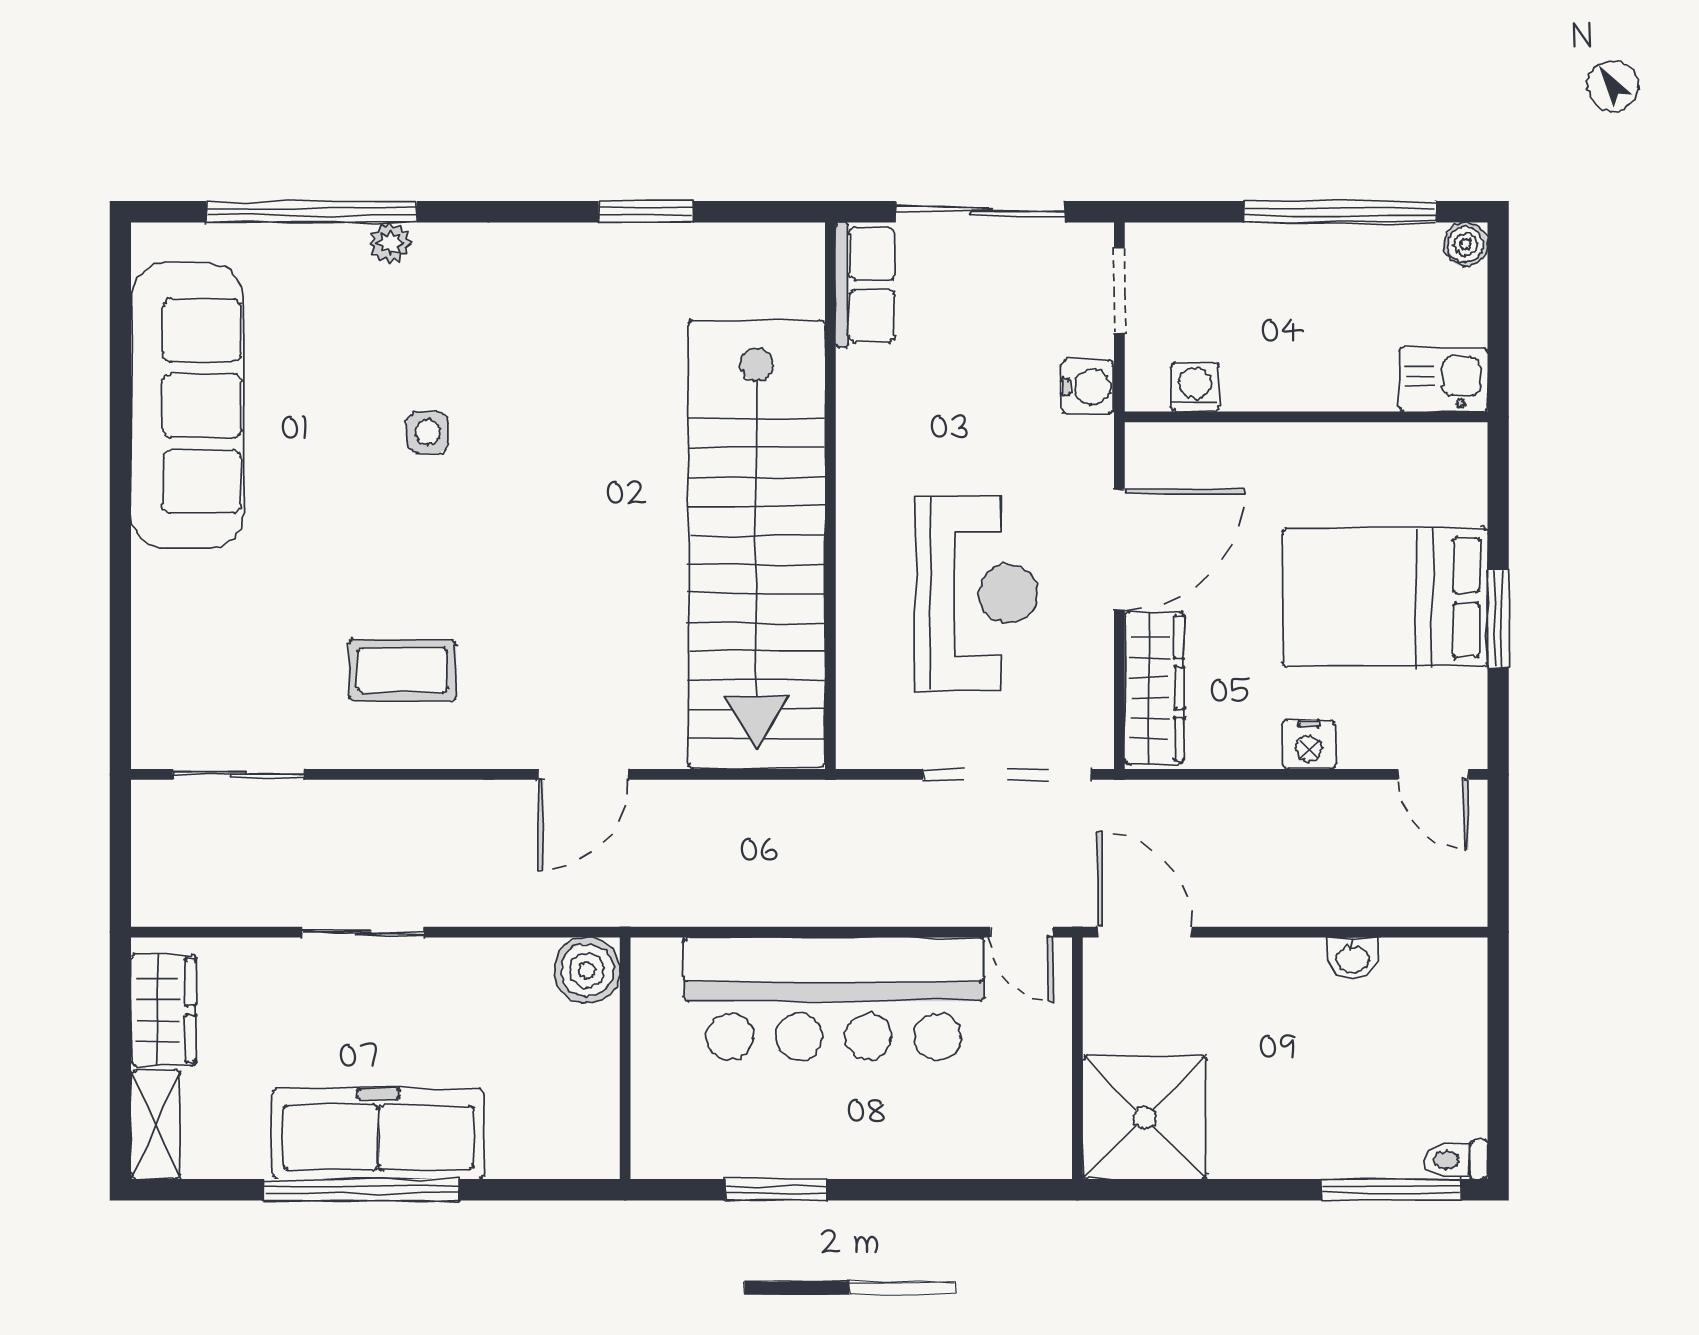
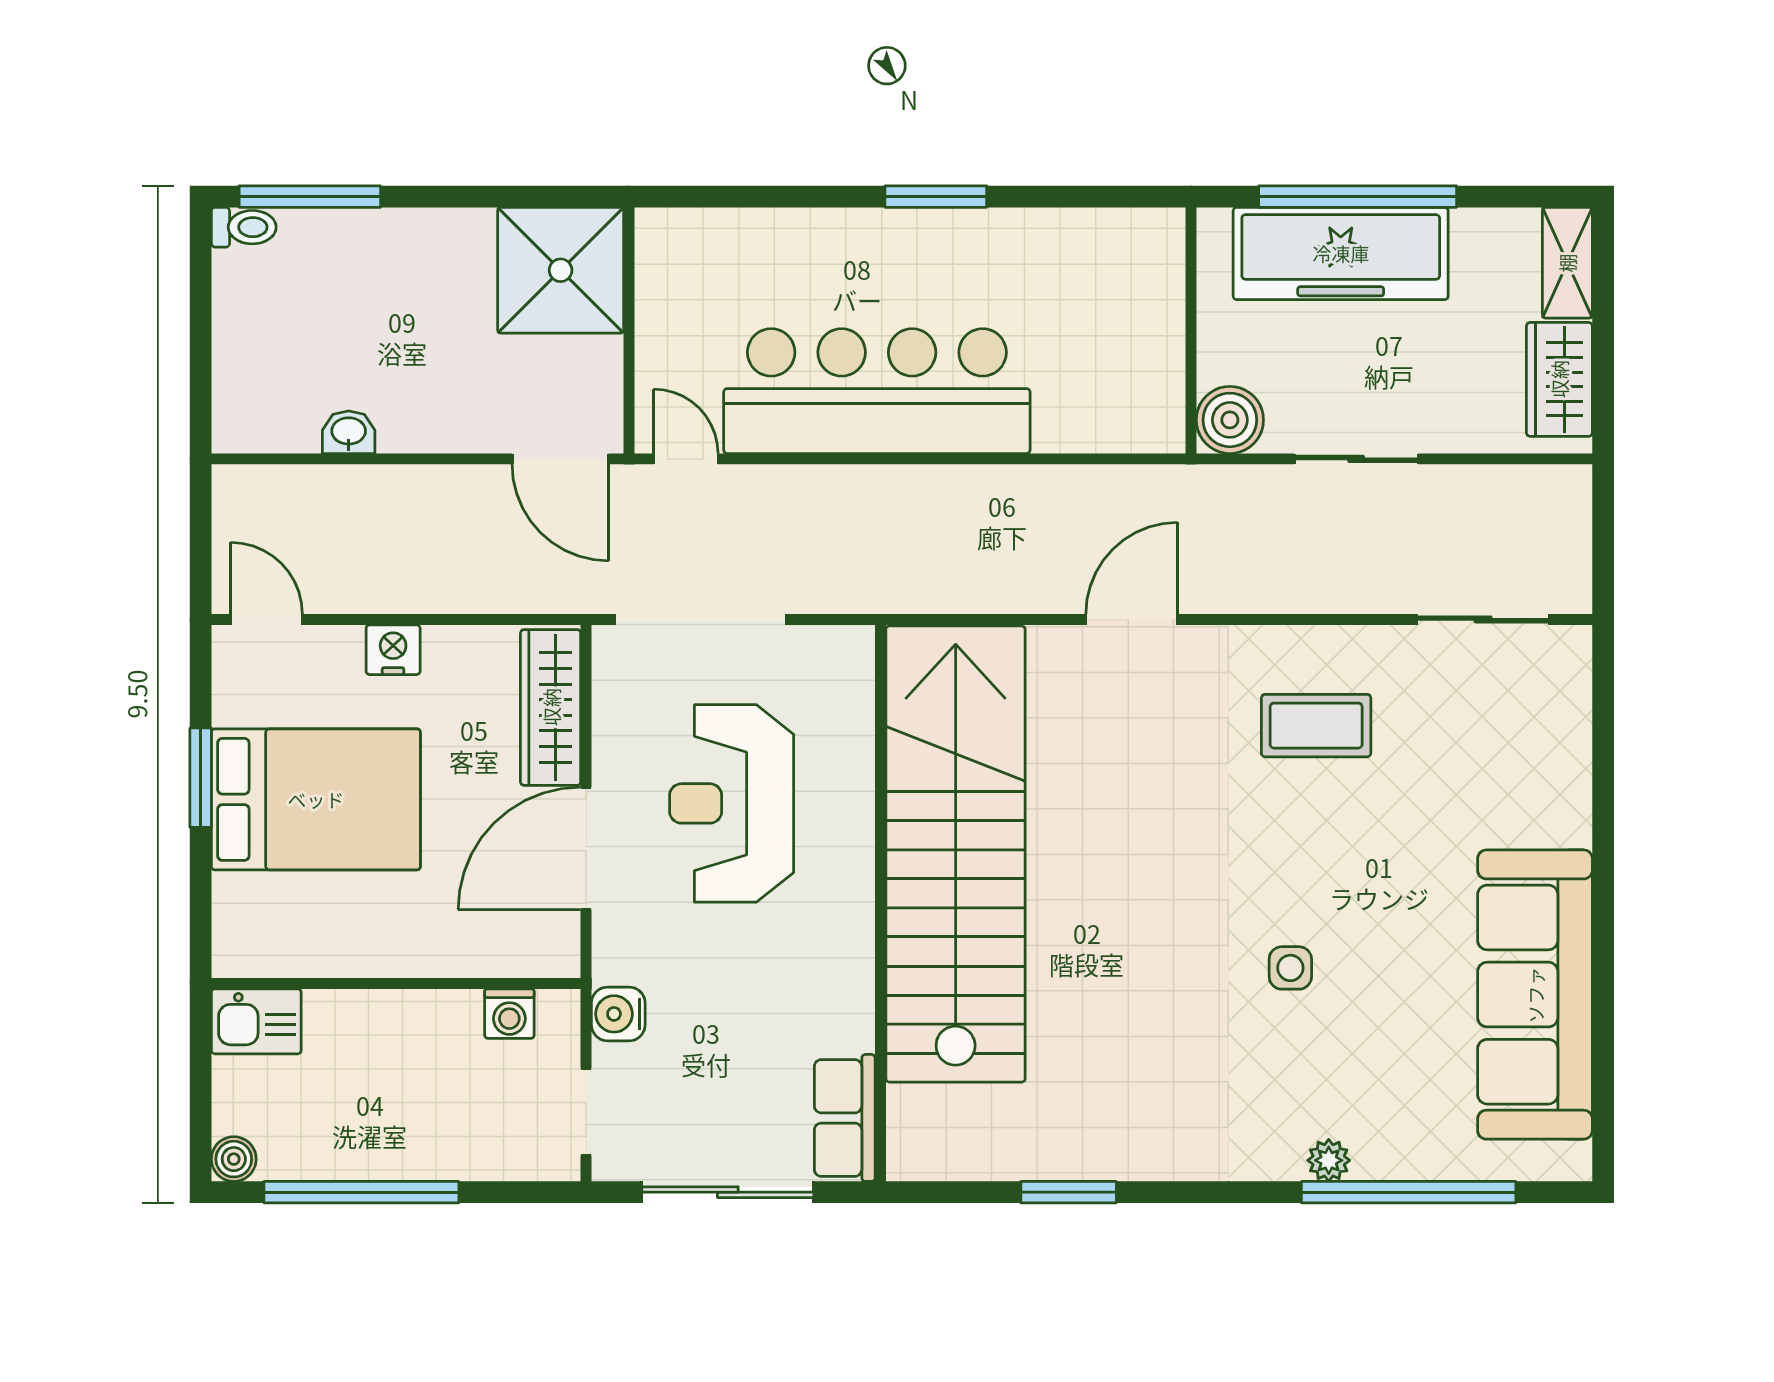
boiler: (587, 970) -> (1230, 420), moved
wall: (625, 1058) -> (1191, 330), moved

